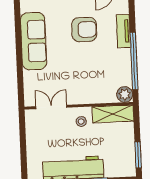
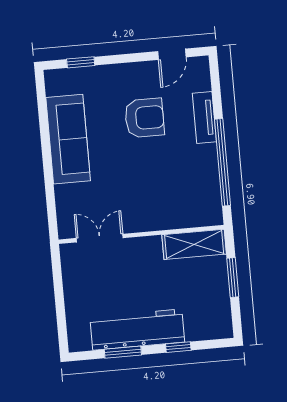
plant: (125, 94) -> (211, 214), removed
stool: (81, 121) -> (146, 258), removed
window: (138, 155) -> (233, 278), moved

